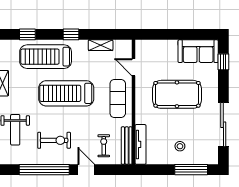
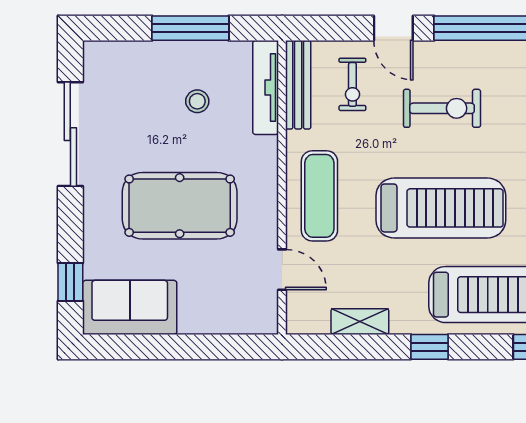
exercise bike: (54, 140) -> (442, 108), moved, turned 180
stool: (180, 146) -> (197, 101), moved
window: (191, 170) -> (190, 28), moved

